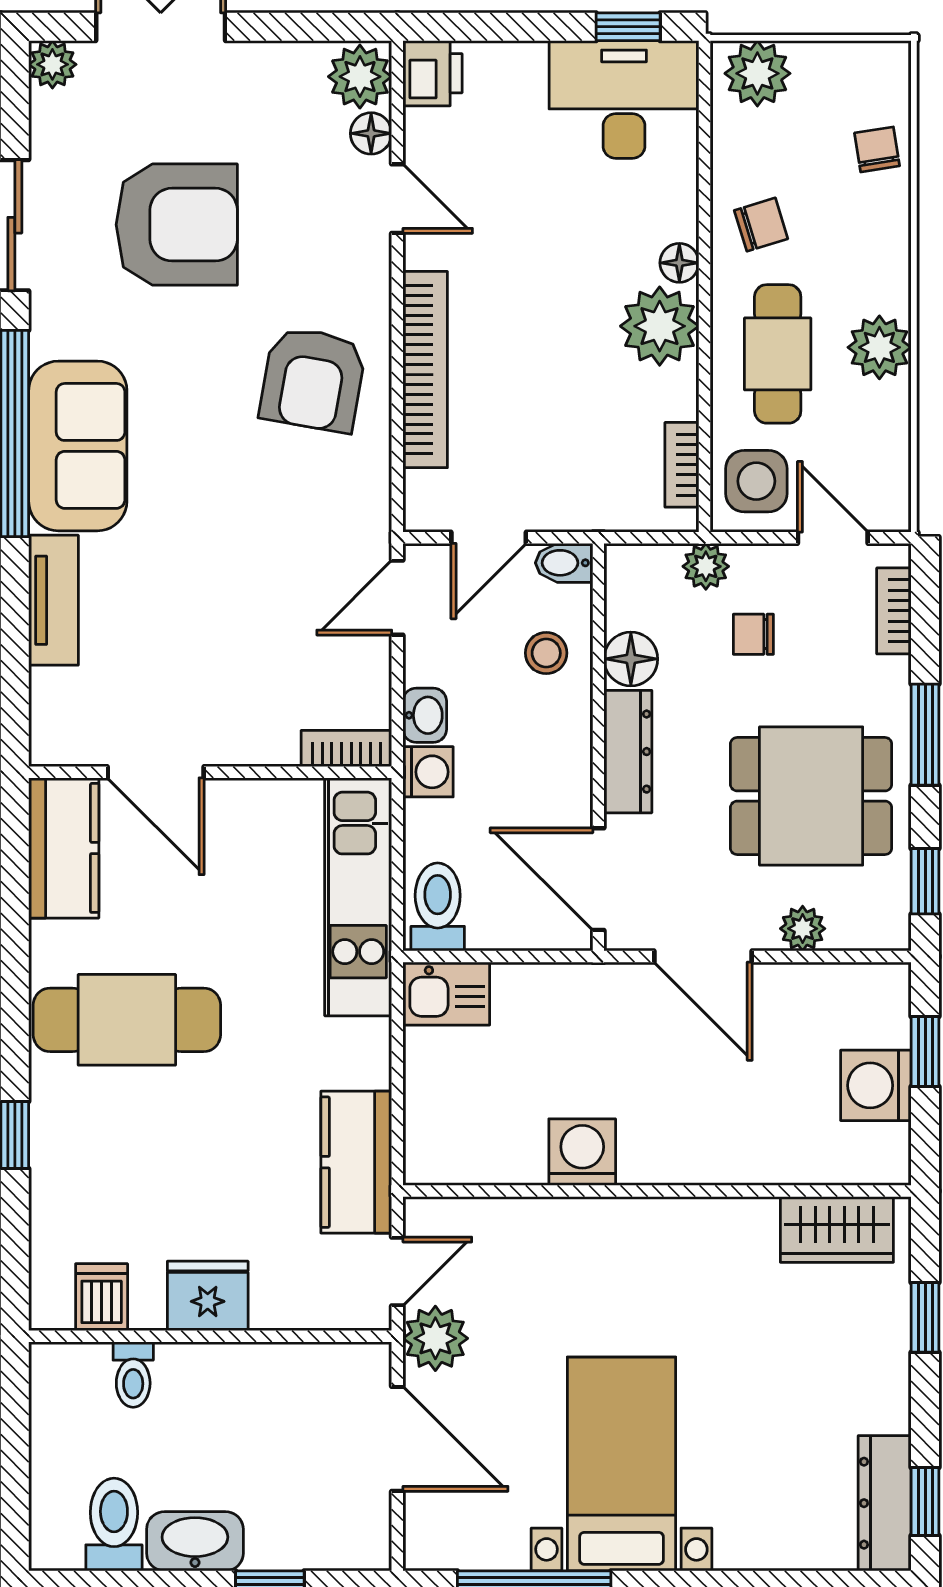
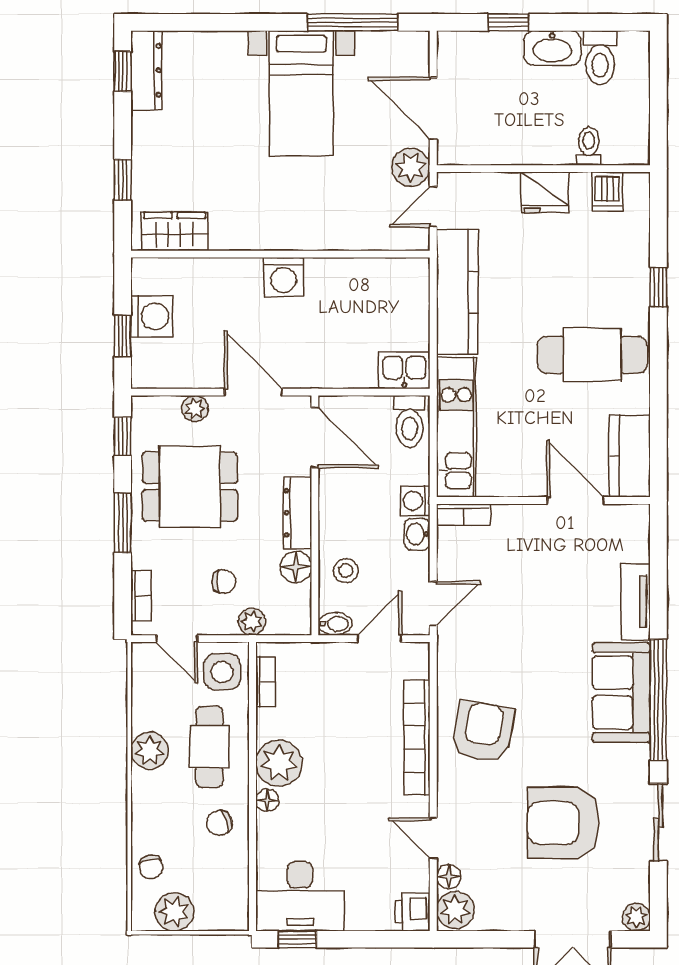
plant: (757, 73) -> (174, 912), moved
washing machine: (582, 1152) -> (284, 277), moved
kitchen counter: (356, 1162) -> (457, 292), width x1.50

